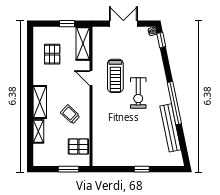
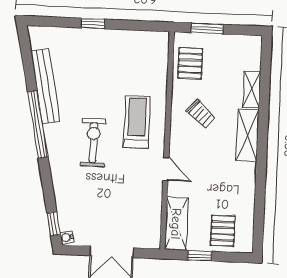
pallet: (52, 54) -> (223, 231), moved
treadmill: (115, 76) -> (137, 122), moved
pallet: (78, 147) -> (190, 63), turned 90

